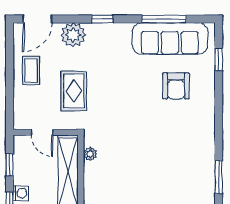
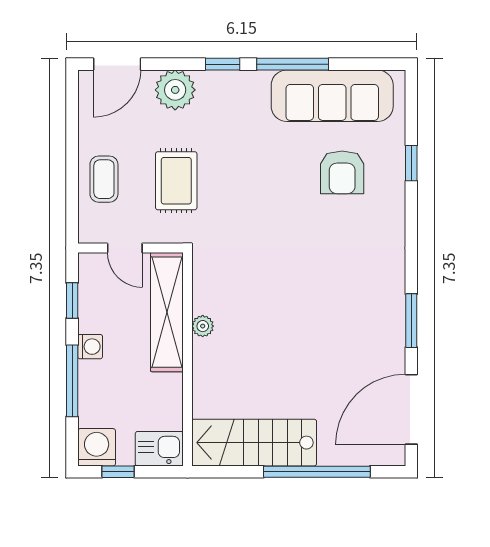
window: (164, 19) -> (293, 64), moved
window: (219, 59) -> (411, 163), moved
coffee table: (31, 71) -> (104, 179), moved
plant: (90, 154) -> (203, 326), moved

